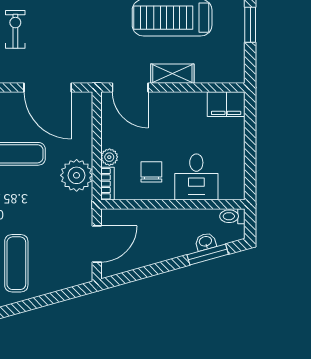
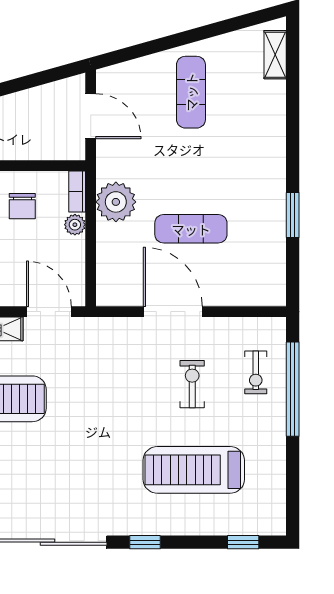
exercise bike: (15, 29) -> (192, 384), turned 180
door: (48, 87) -> (173, 312), moved
door: (97, 244) -> (91, 116), swing flipped

